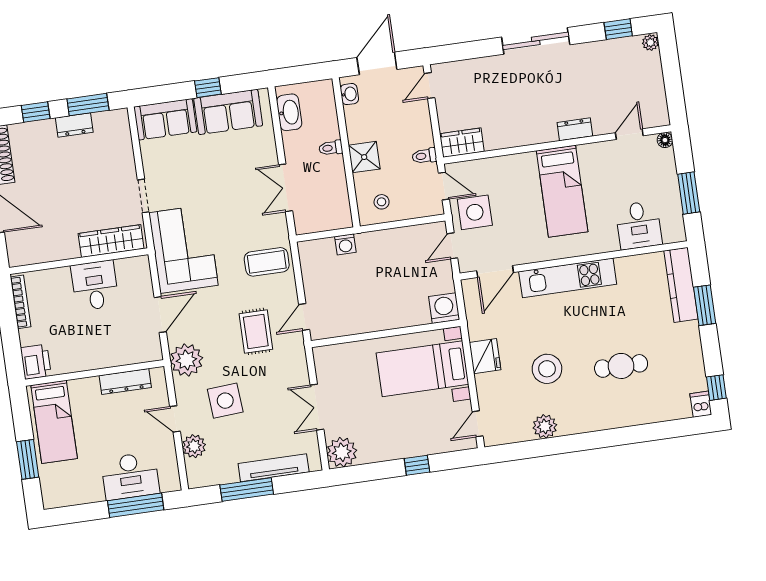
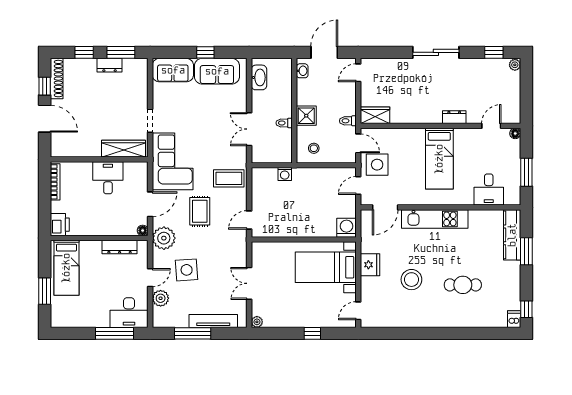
toilet: (331, 148) -> (284, 123), moved
rug: (256, 331) -> (200, 211), moved
floor lamp: (155, 353) -> (143, 230), added
door: (175, 419) -> (150, 278), swing flipped
plant: (545, 426) -> (404, 319), removed
plant: (342, 452) -> (257, 322), width x0.53, depth x0.53
desk: (130, 476) -> (129, 313), moved

